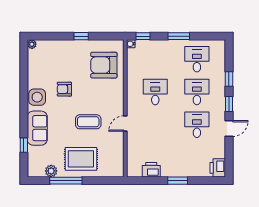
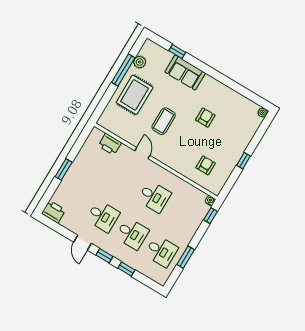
window: (179, 36) -> (186, 257), moved
armchair: (104, 65) -> (206, 165), width x0.53, depth x0.53
side table: (37, 97) -> (213, 89), removed
printer: (151, 170) -> (110, 144), moved, turned 90

